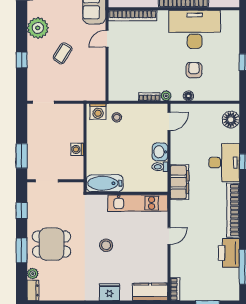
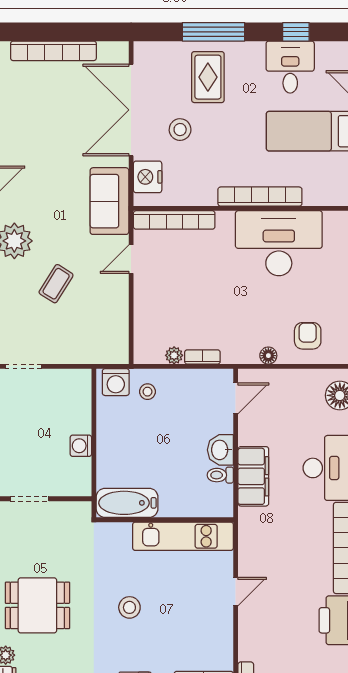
armchair: (194, 70) -> (308, 336), moved
plant: (166, 96) -> (174, 355), moved
filing cabinet: (180, 182) -> (253, 476), moved

